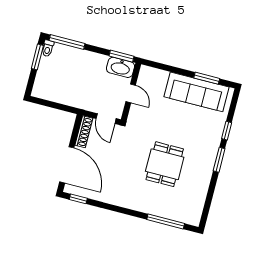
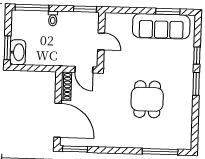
toilet: (48, 48) -> (53, 18), moved
window: (37, 57) -> (7, 48), moved
washbasin: (120, 67) -> (18, 52), moved, turned -90
window: (78, 199) -> (75, 149), width x1.50

